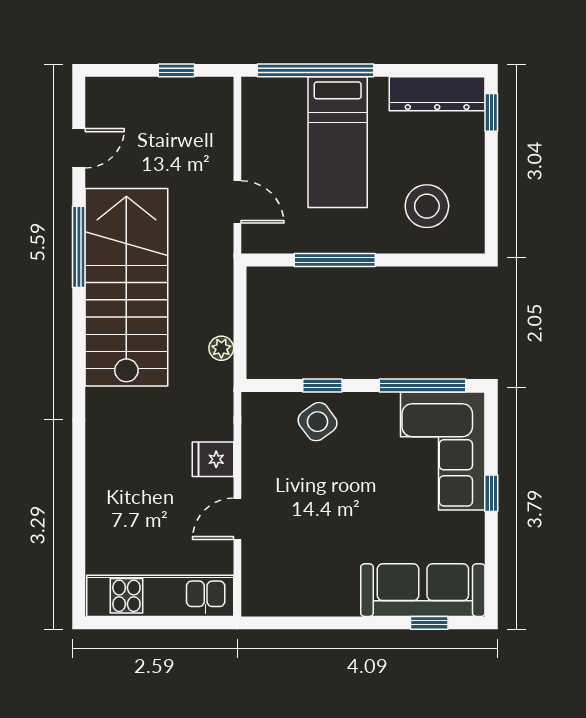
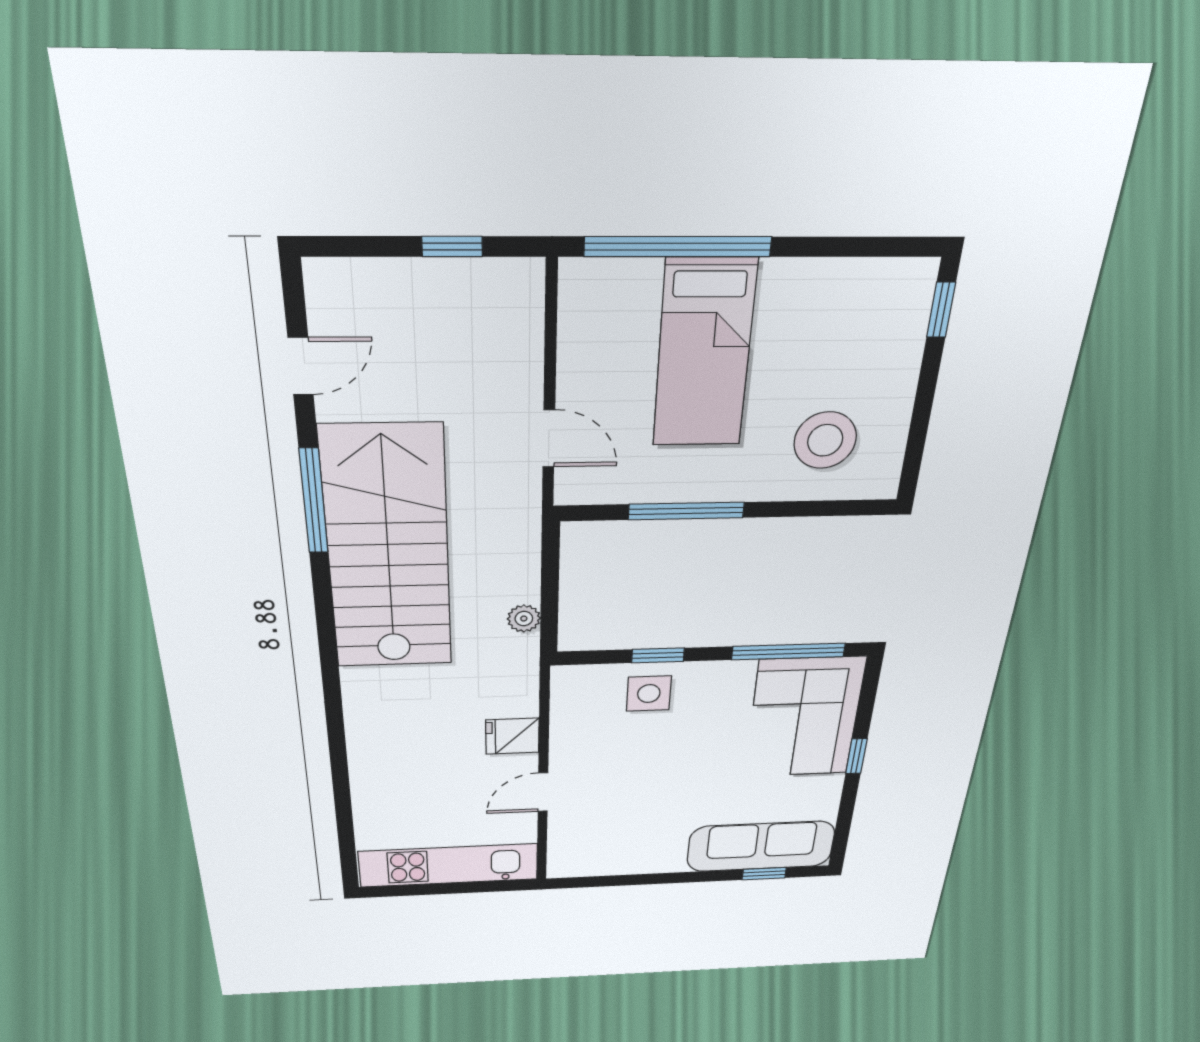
dresser: (437, 94) -> (864, 283), removed
side table: (318, 422) -> (649, 694), turned 36

